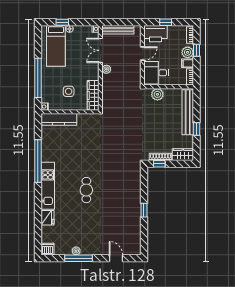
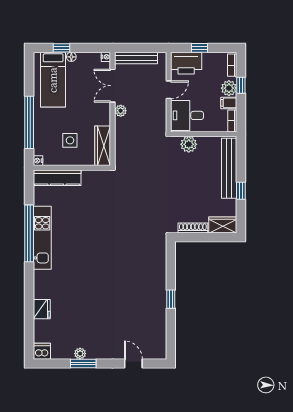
window: (159, 164) -> (191, 237), removed
kitchen unit: (48, 186) -> (42, 238), moved
cafe table: (86, 190) -> (94, 272), removed
window: (79, 258) -> (83, 363), width x0.69

